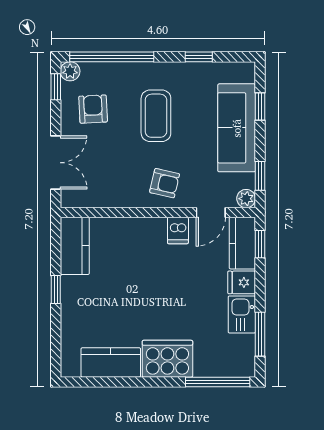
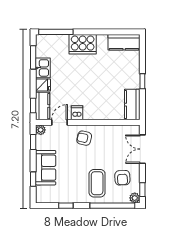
coffee table: (156, 116) -> (97, 183), moved
sofa: (237, 128) -> (46, 168), width x0.73
kitchen counter: (111, 362) -> (124, 42), moved

